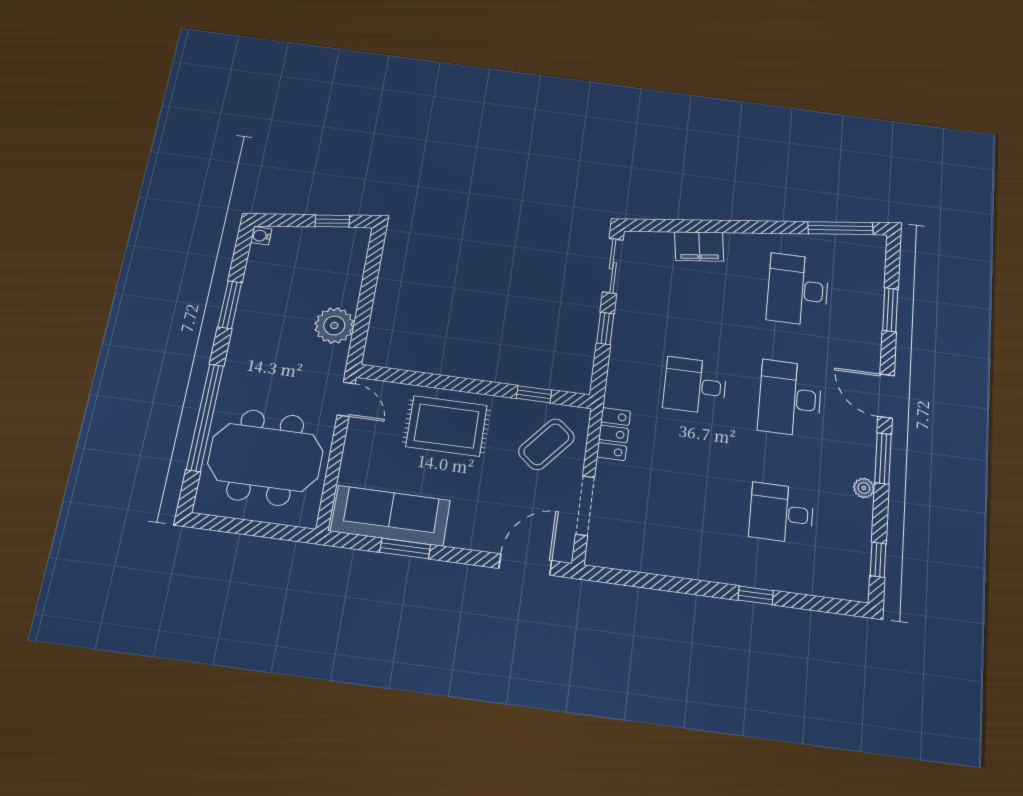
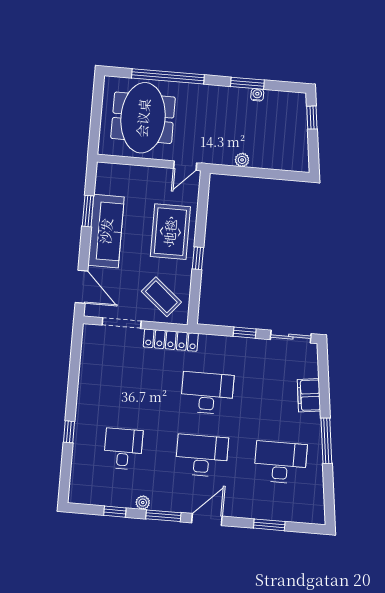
window: (332, 221) -> (312, 118), moved
window: (841, 228) -> (326, 441), moved
water cooler: (261, 236) -> (257, 95), moved
plant: (334, 325) -> (242, 160), width x0.53, depth x0.53
desk: (695, 386) -> (207, 393), width x1.37
window: (534, 394) -> (198, 258), moved
locker: (614, 434) -> (171, 340), width x1.53
sofa: (390, 516) -> (106, 231), moved
window: (878, 560) -> (115, 512), moved

